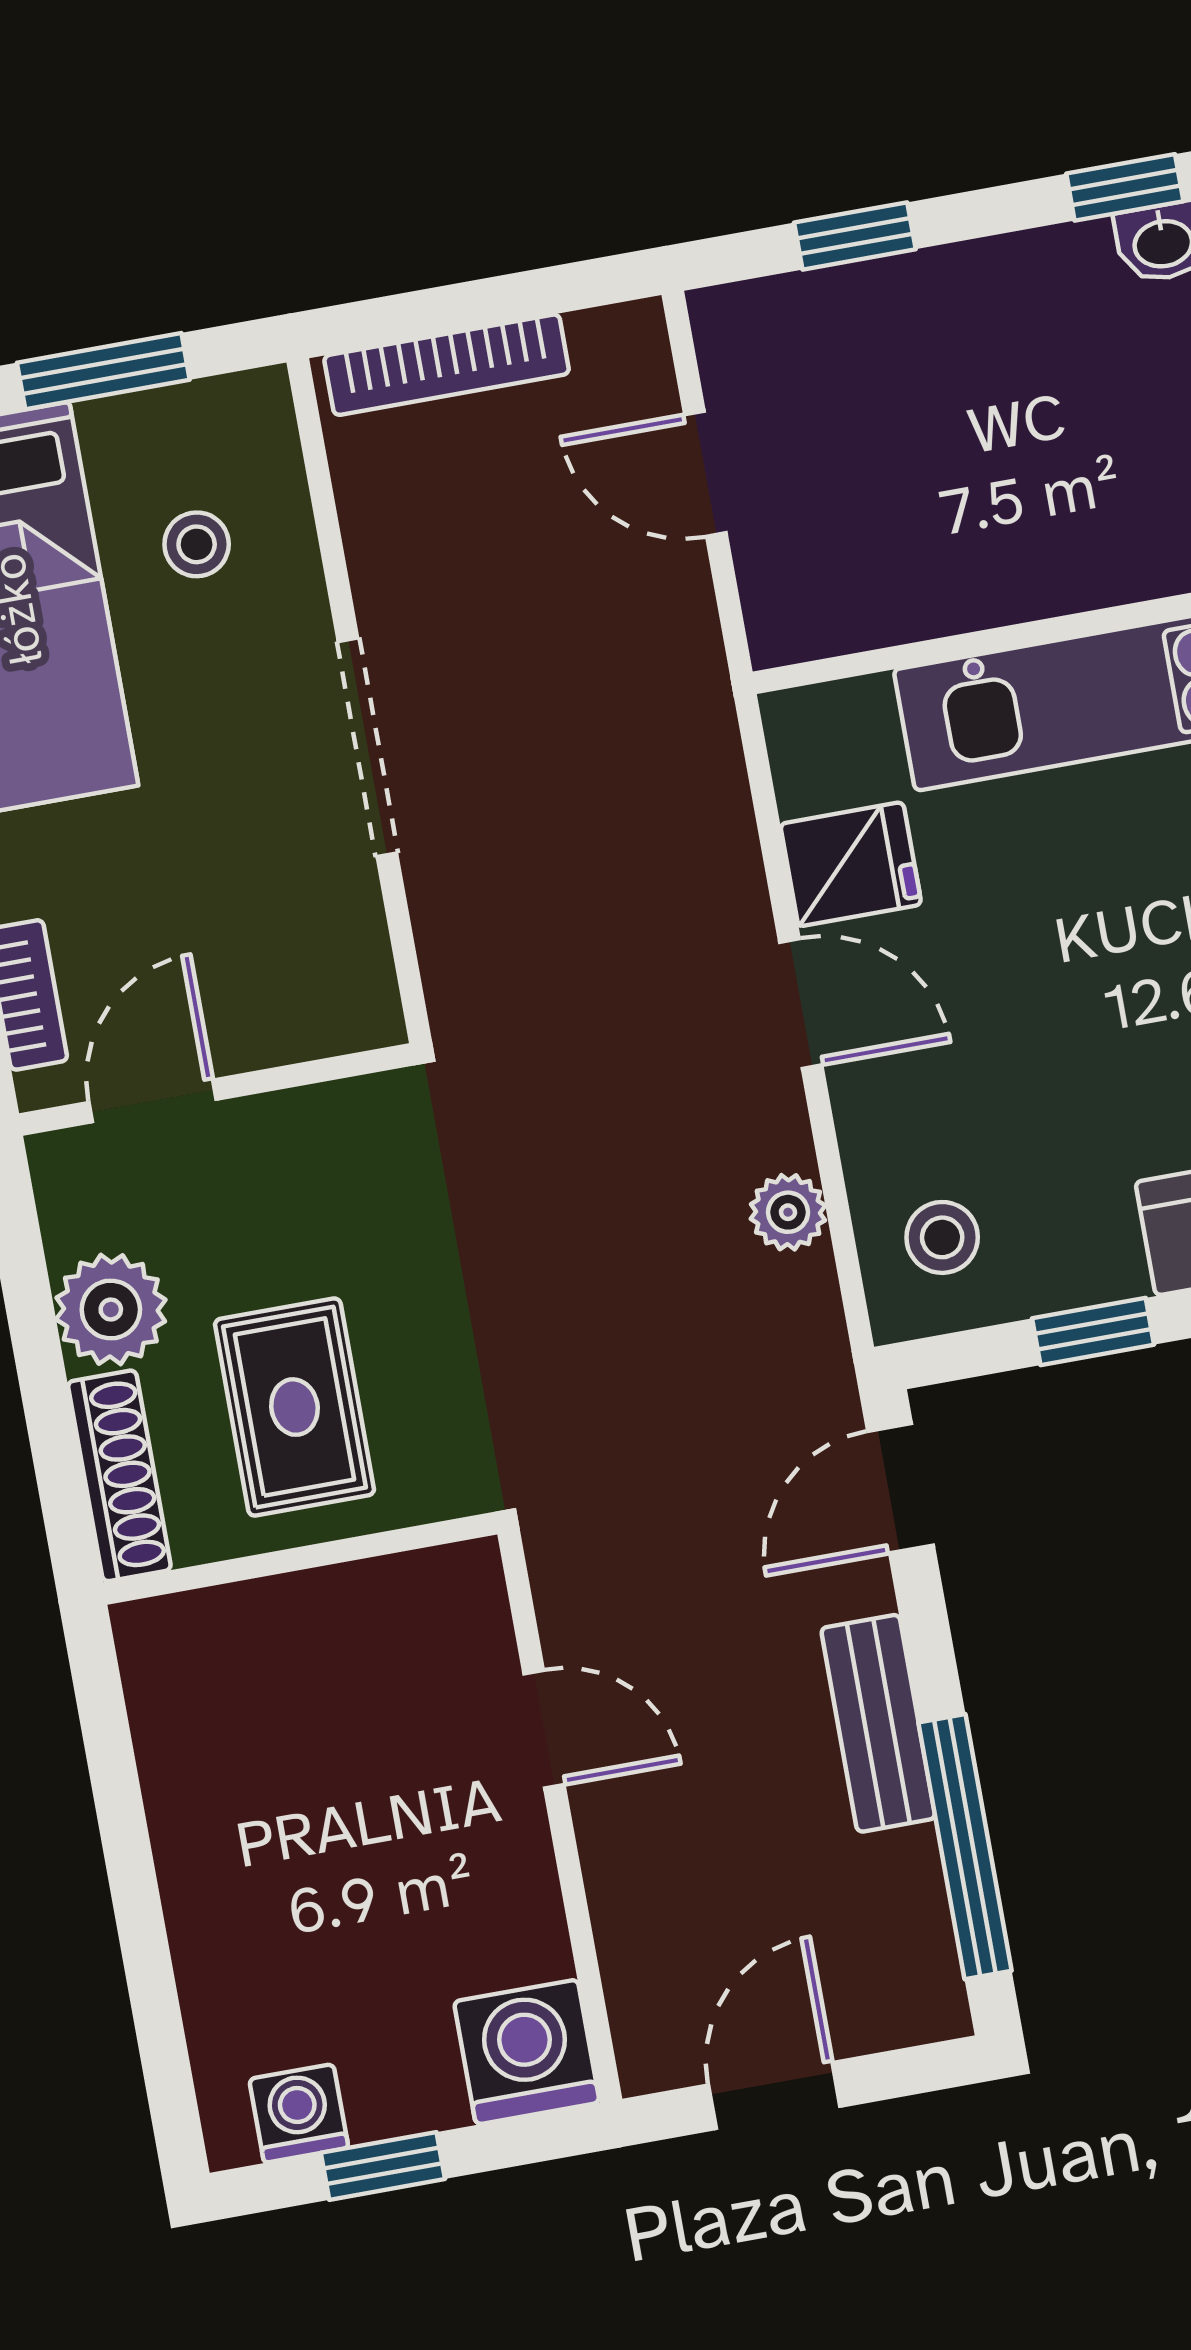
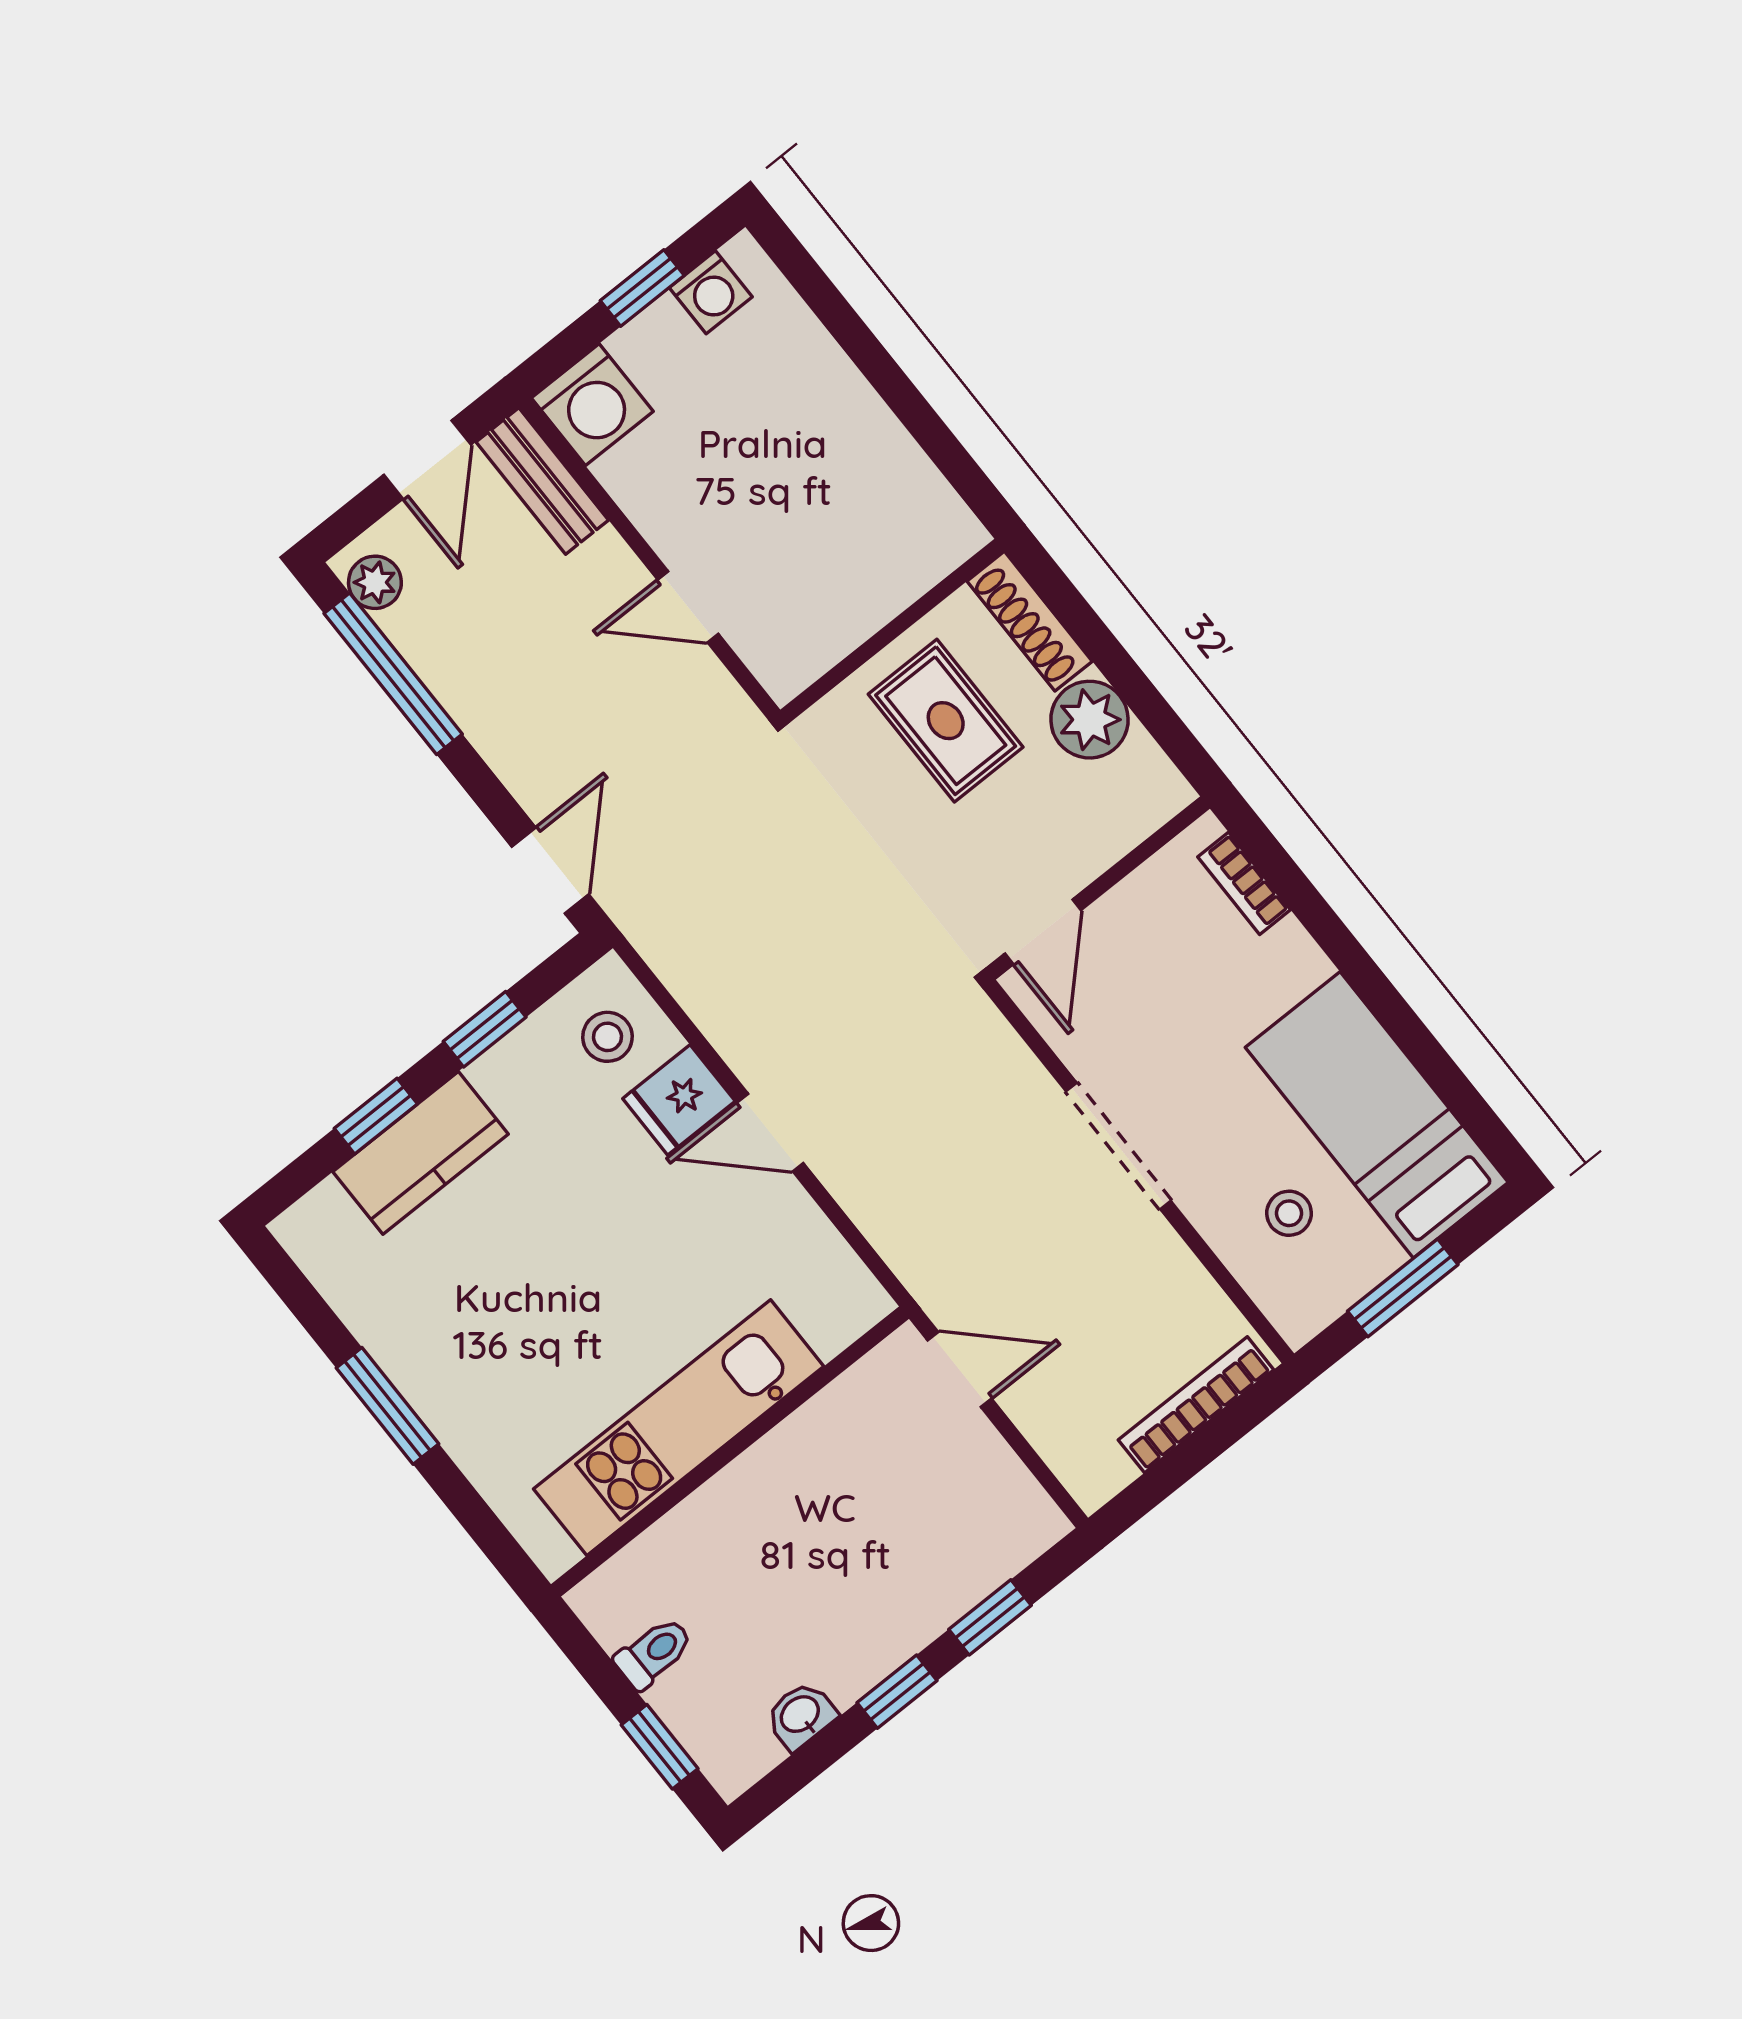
window: (1125, 187) -> (897, 1692), moved
door: (705, 474) -> (960, 1369), moved
fridge: (851, 864) -> (679, 1100), moved
door: (153, 1101) -> (1043, 932), moved
plant: (788, 1212) -> (375, 582), moved
bench: (878, 1723) -> (542, 481), moved

